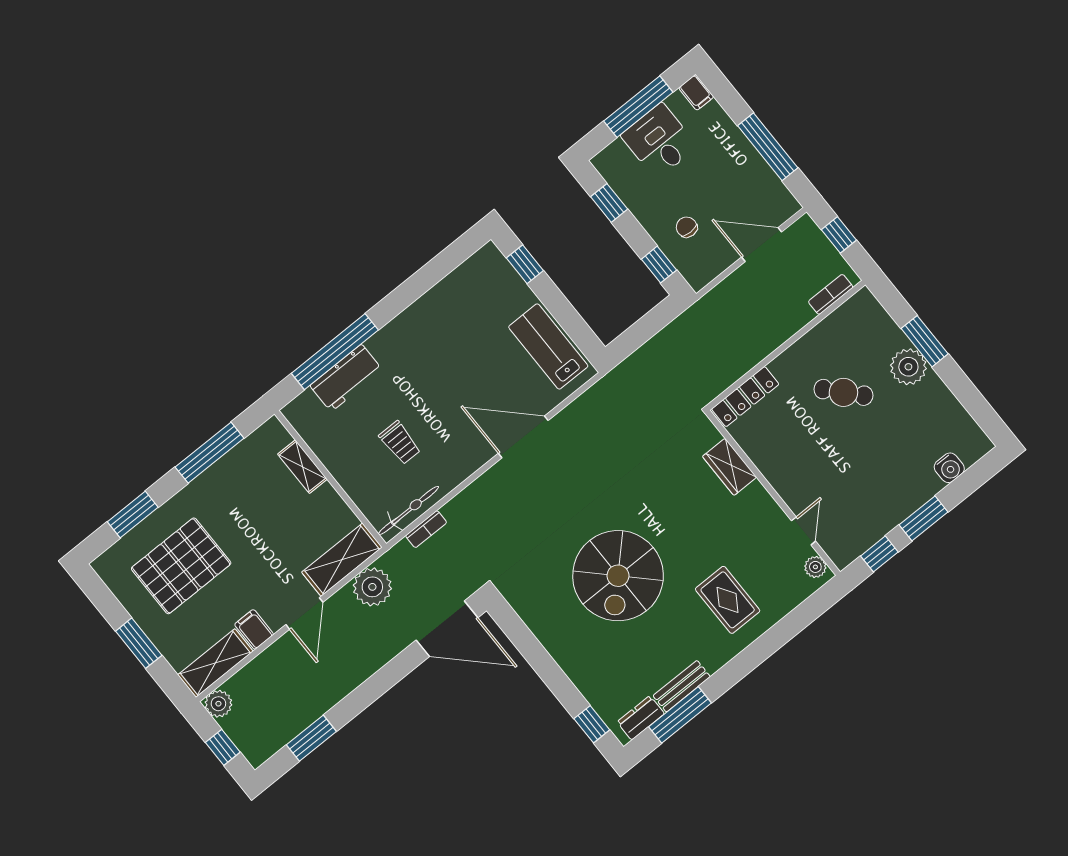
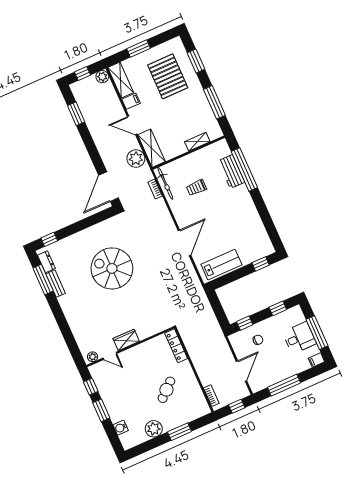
plant: (908, 367) -> (154, 429), moved
wardrobe: (730, 467) -> (126, 340), moved
rug: (728, 600) -> (88, 314), removed

